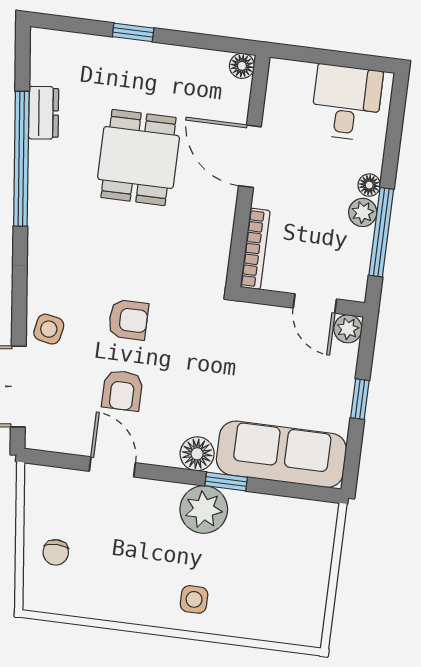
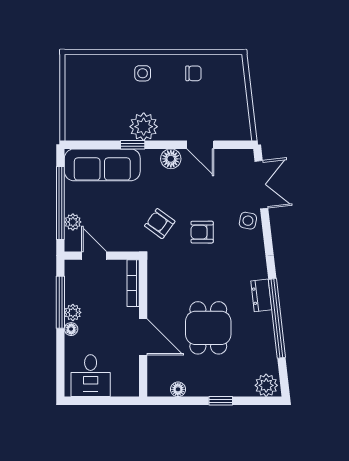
plant: (53, 48) -> (266, 385), added
floor lamp: (242, 66) -> (178, 389), moved
dresser: (44, 113) -> (261, 295), moved
plant: (348, 329) -> (73, 222), moved
armchair: (122, 390) -> (160, 224), moved, turned -54
window: (360, 399) -> (60, 203), width x3.17
floor lamp: (197, 454) -> (171, 159), moved
chair: (56, 552) -> (193, 73), moved, turned 90

